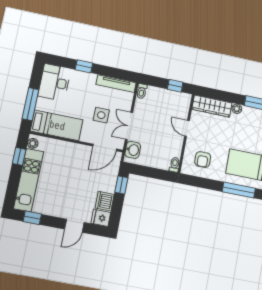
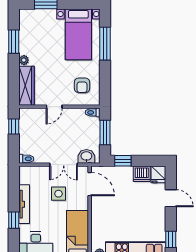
tv unit: (116, 84) -> (24, 204), moved
armchair: (203, 160) -> (82, 85), turned 90
window: (153, 173) -> (105, 132), added

